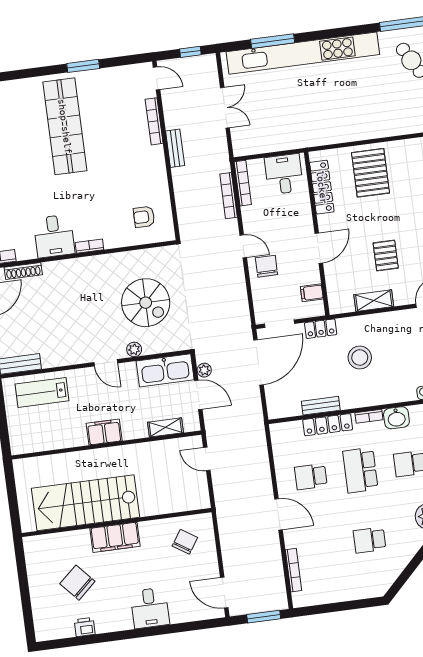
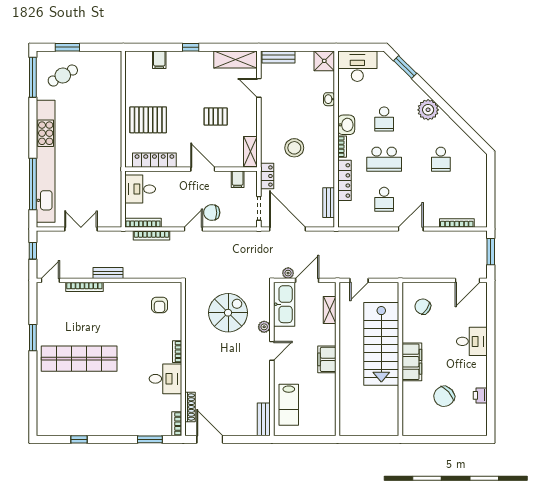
window: (273, 41) -> (33, 184), width x1.46
shelving: (374, 301) -> (250, 152), moved
bench: (321, 406) -> (329, 203), moved
stairs: (85, 503) -> (381, 344), moved

